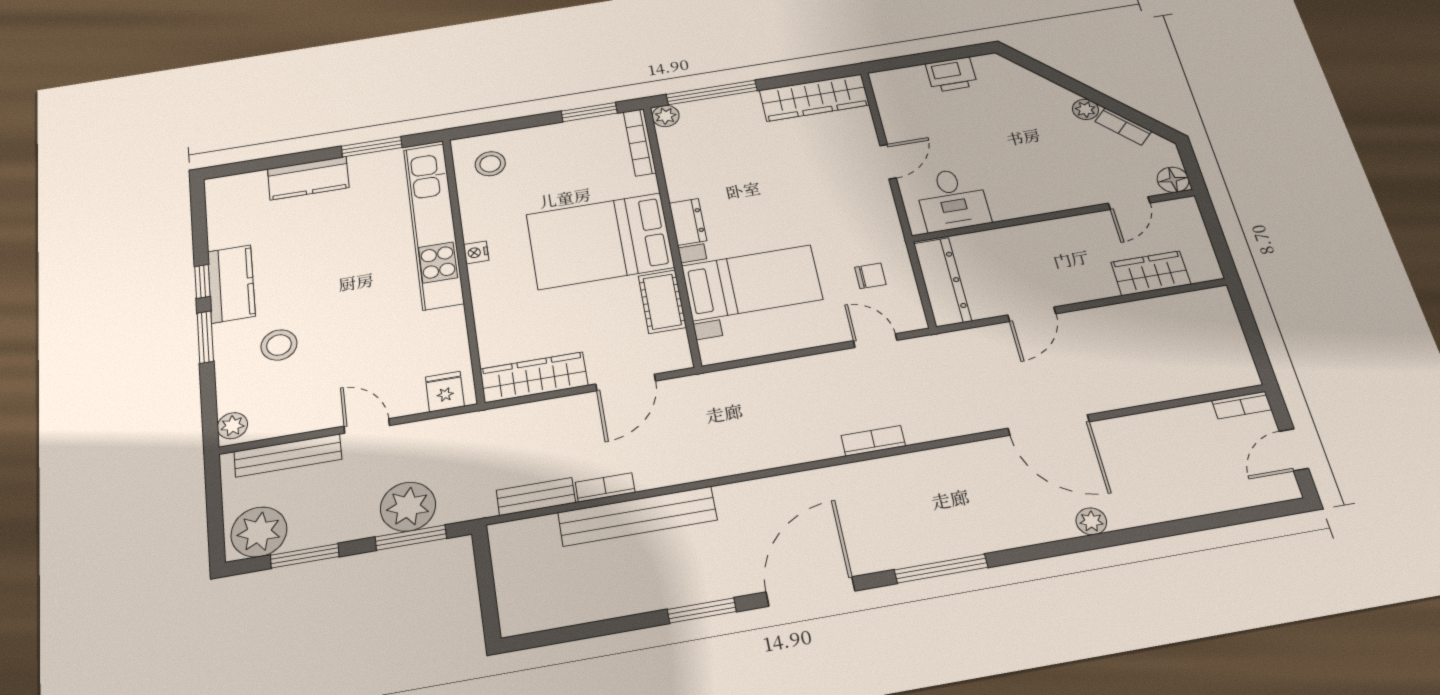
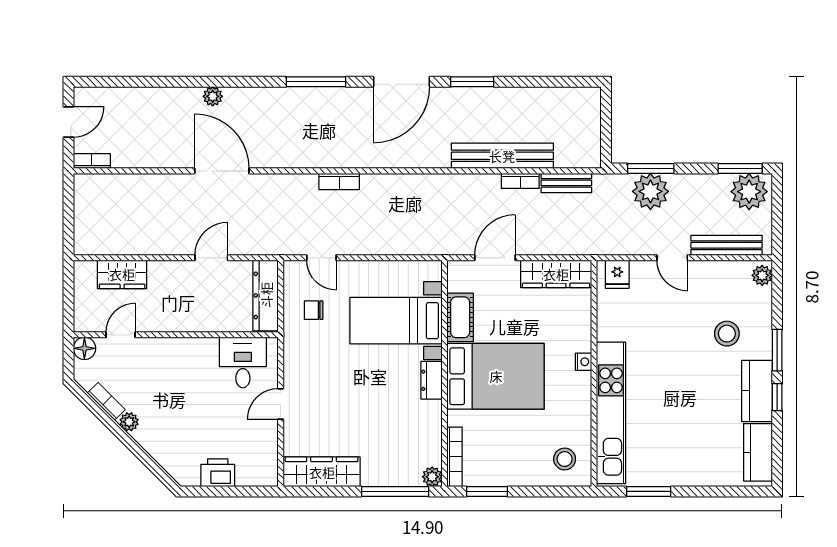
kitchen counter: (308, 178) -> (758, 452), moved, turned -90
nightstand: (476, 252) -> (583, 362), moved
window: (305, 556) -> (740, 168), moved

